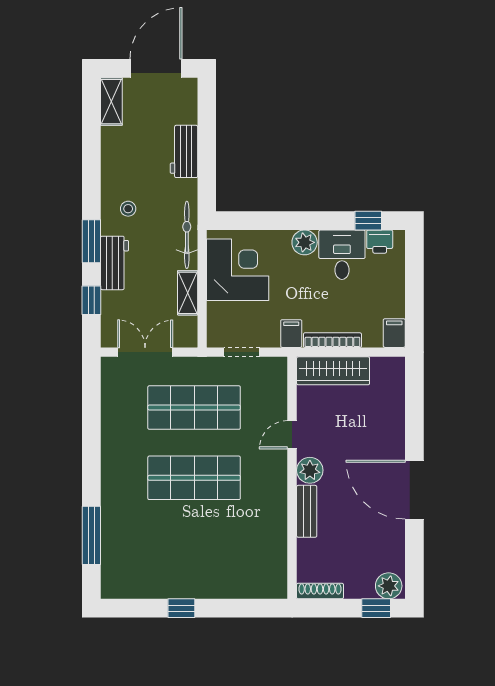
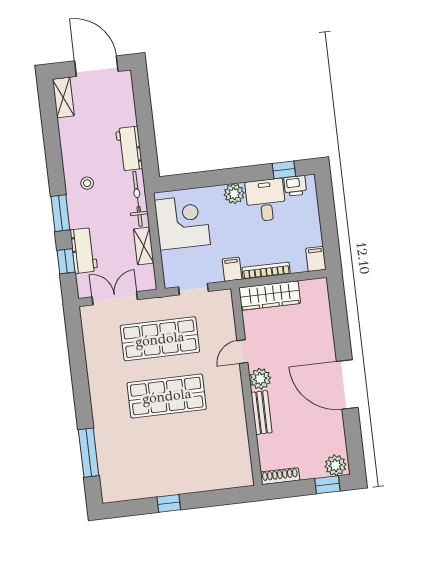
door: (156, 68) -> (96, 66), hinge flipped
workbench: (184, 151) -> (129, 149), moved
workbench: (115, 263) -> (84, 251), moved

